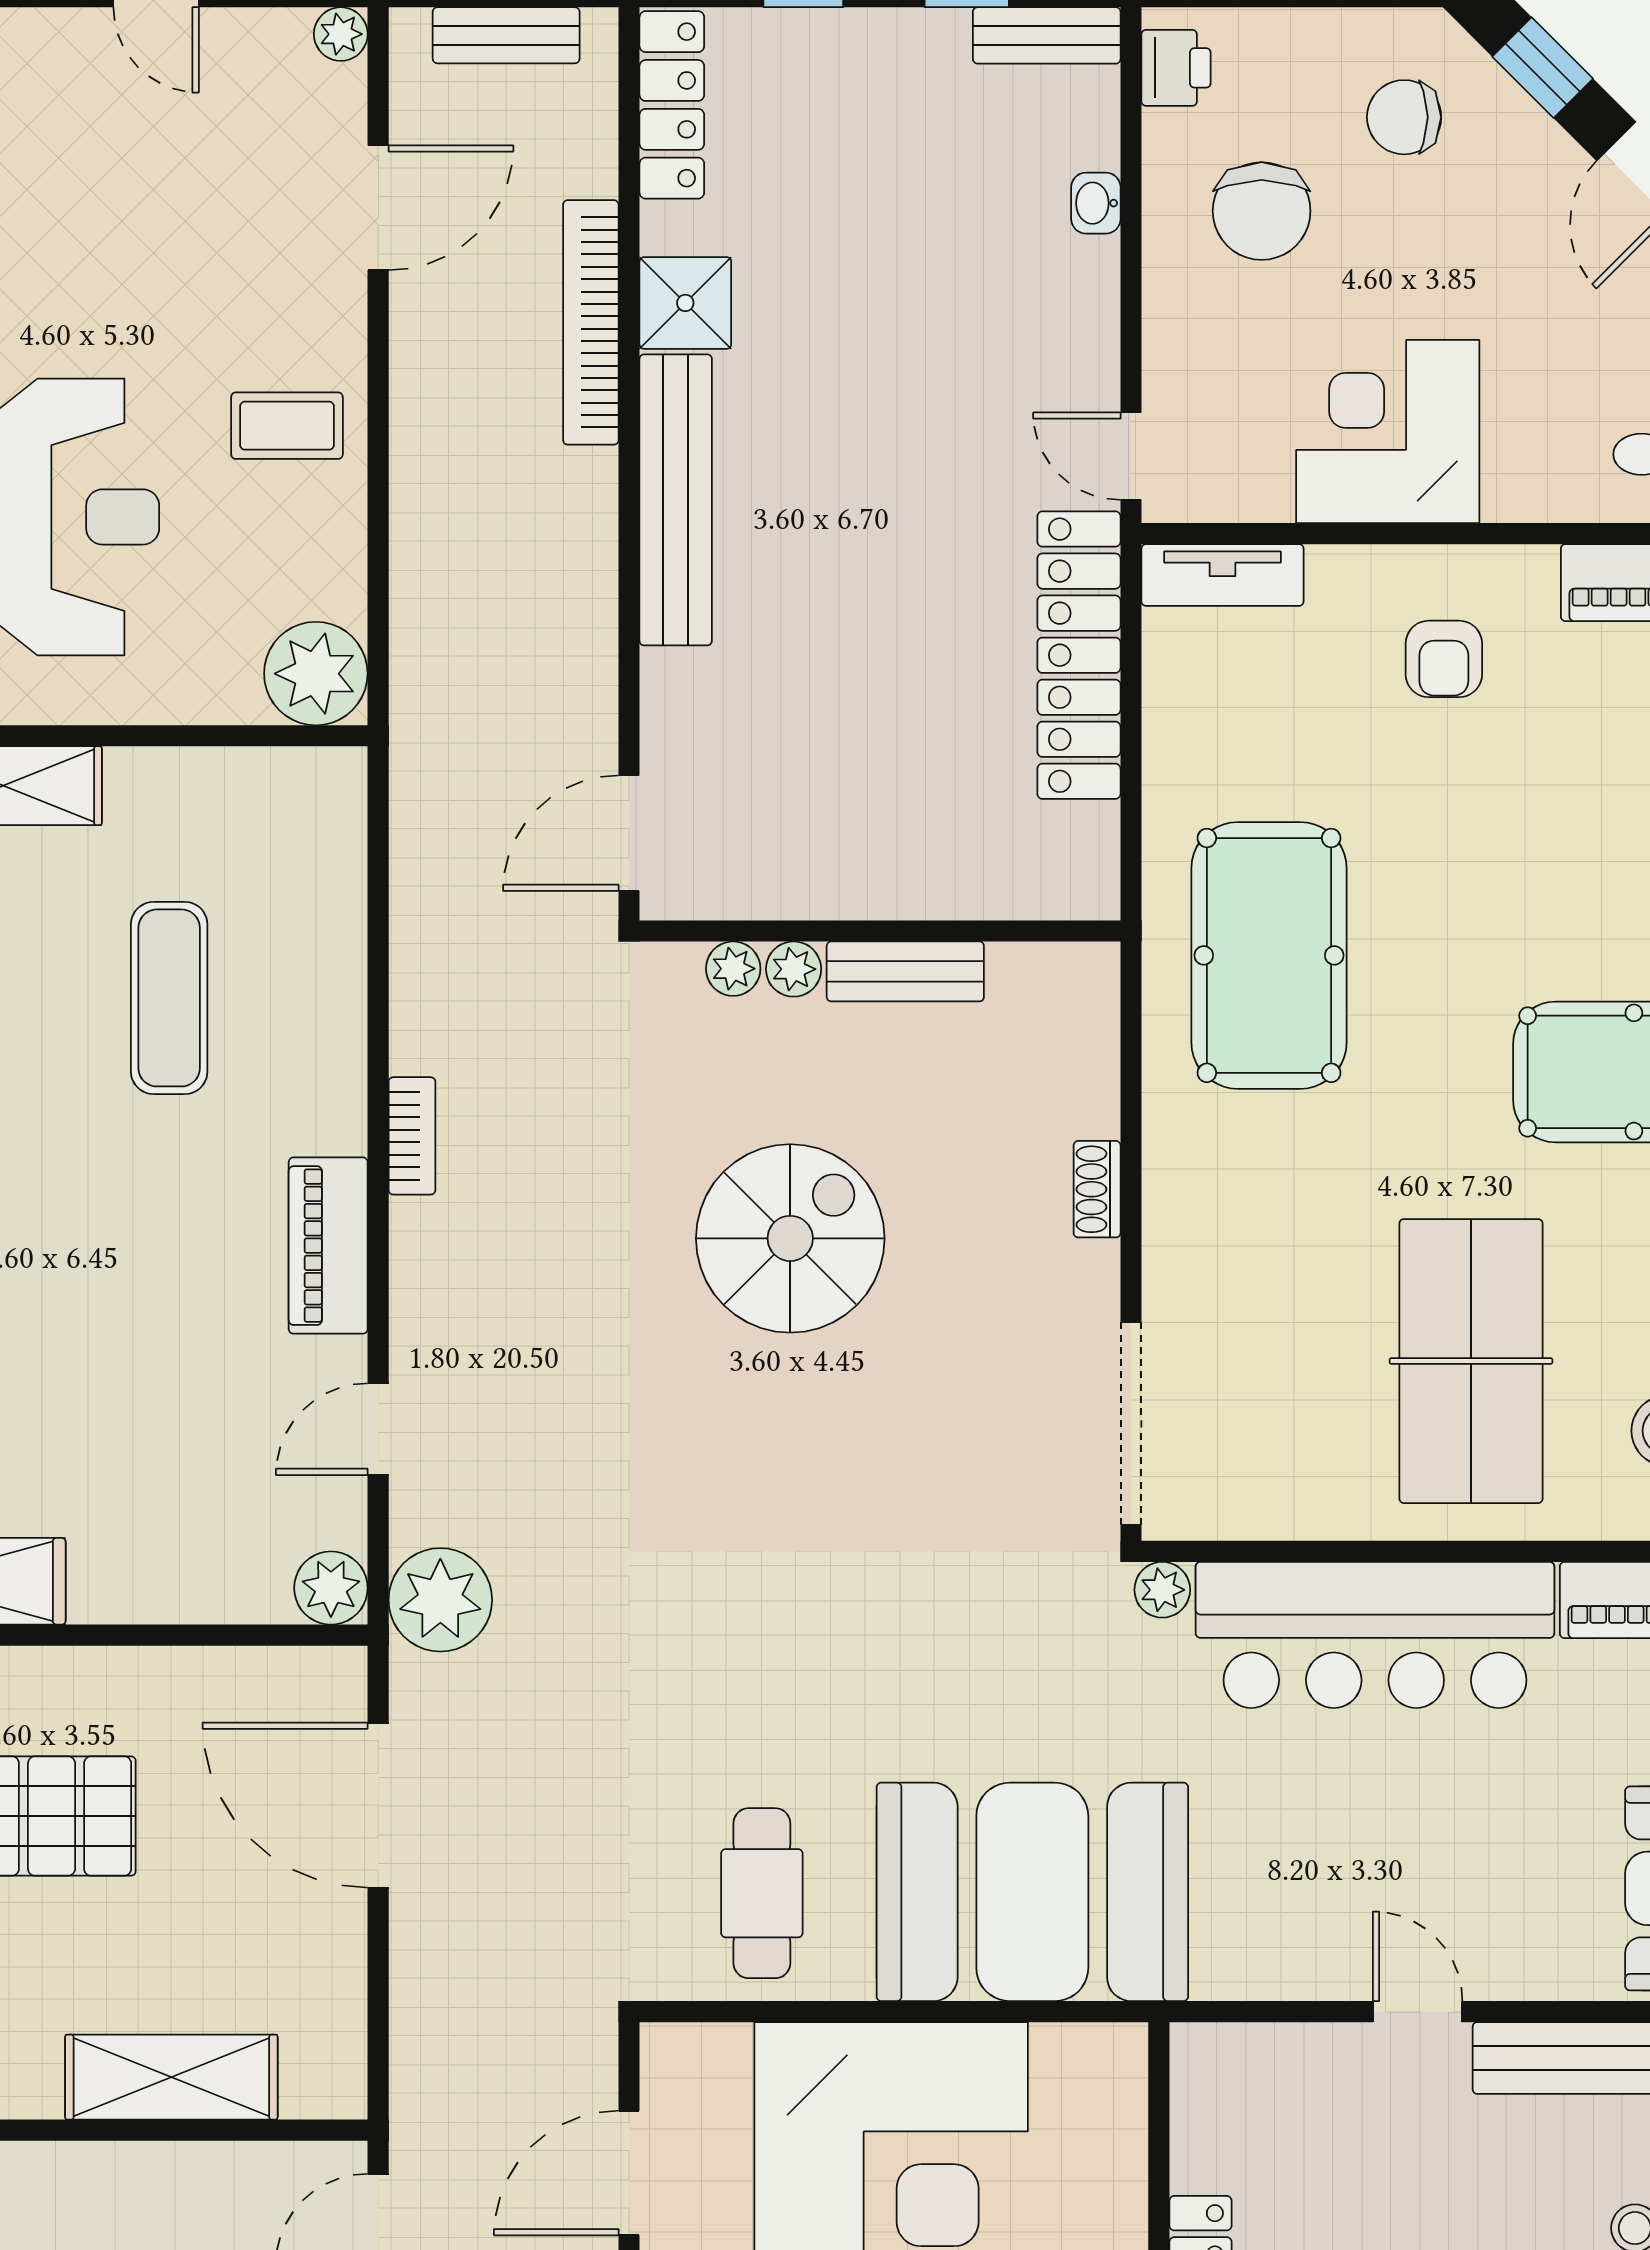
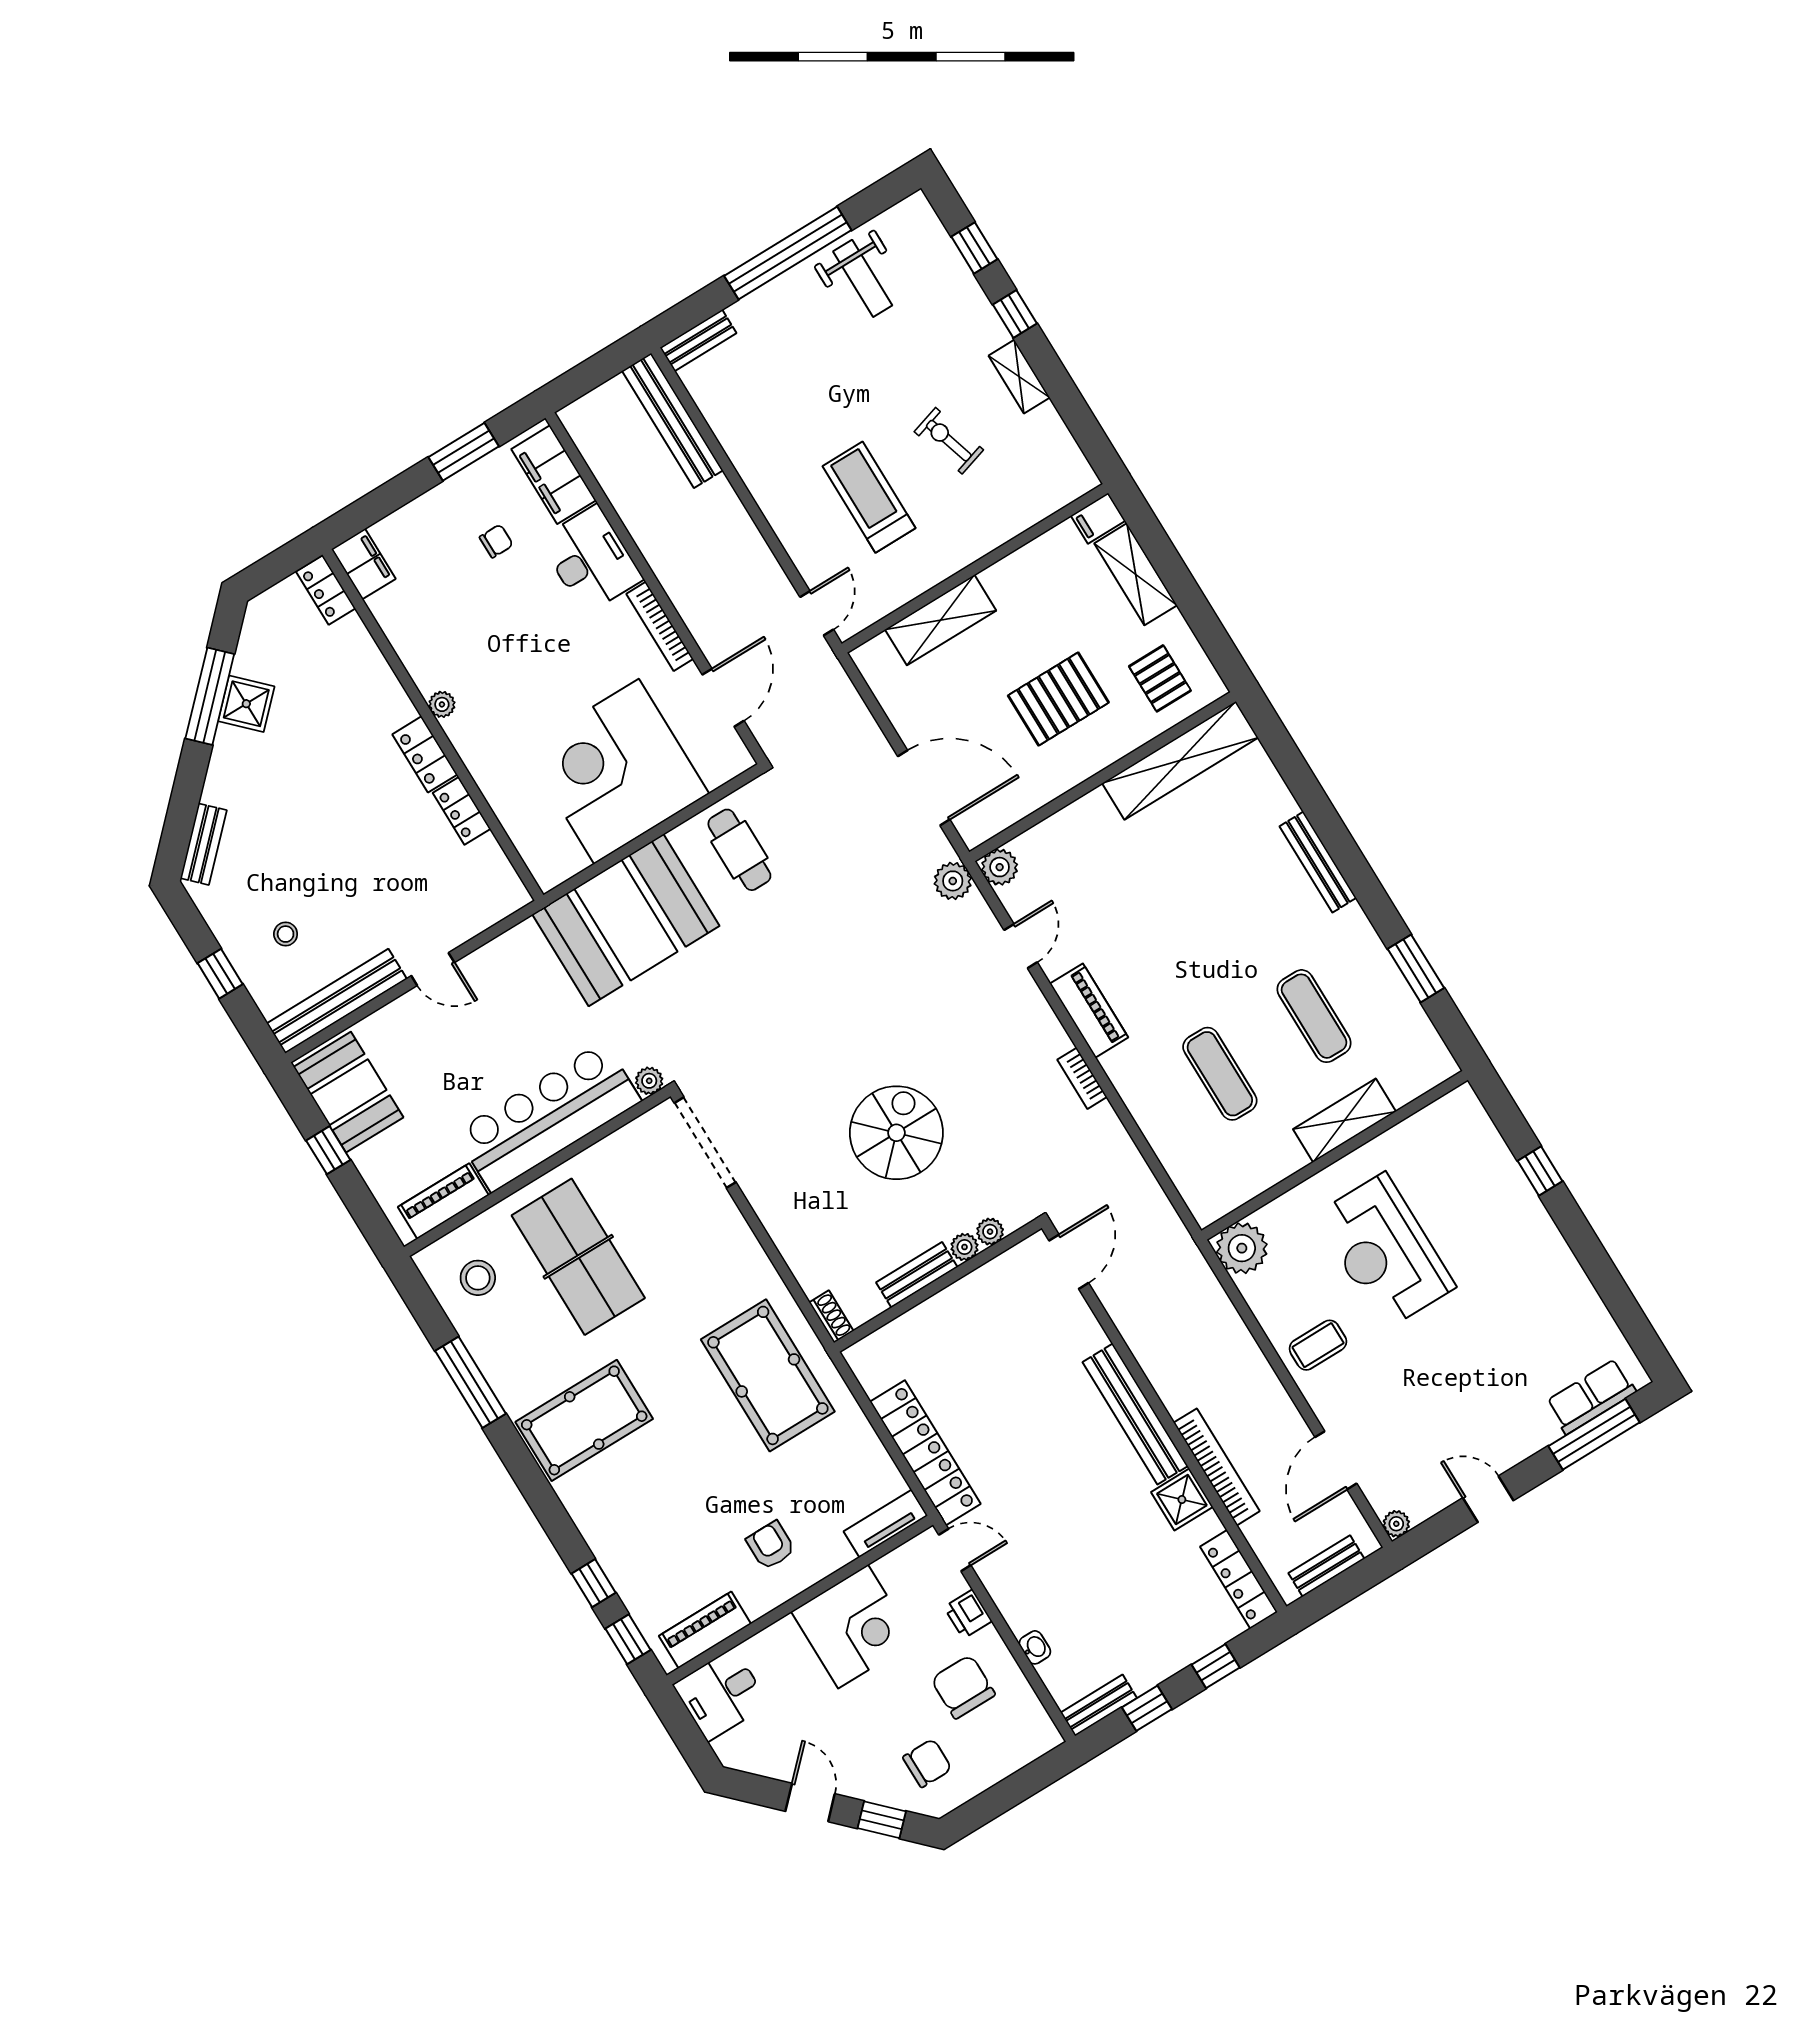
printer: (1176, 68) -> (968, 1614), moved
shoe rack: (1097, 1189) -> (831, 1317), moved
spiral stairs: (790, 1238) -> (896, 1133), turned 180
plant: (440, 1600) -> (953, 881), width x0.73, depth x0.73

